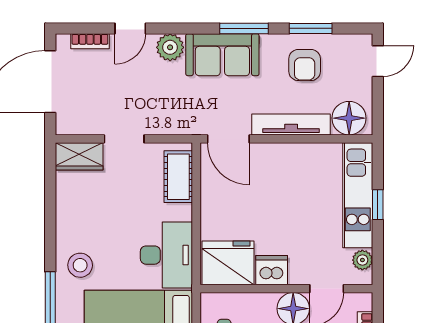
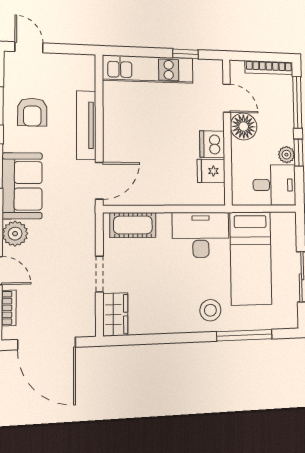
armchair: (305, 65) -> (32, 112), turned 90
floor lamp: (349, 118) -> (81, 74), removed
window: (378, 205) -> (186, 54), moved
plant: (362, 260) -> (203, 67), removed
fridge: (228, 263) -> (211, 171), width x0.53, depth x0.75

